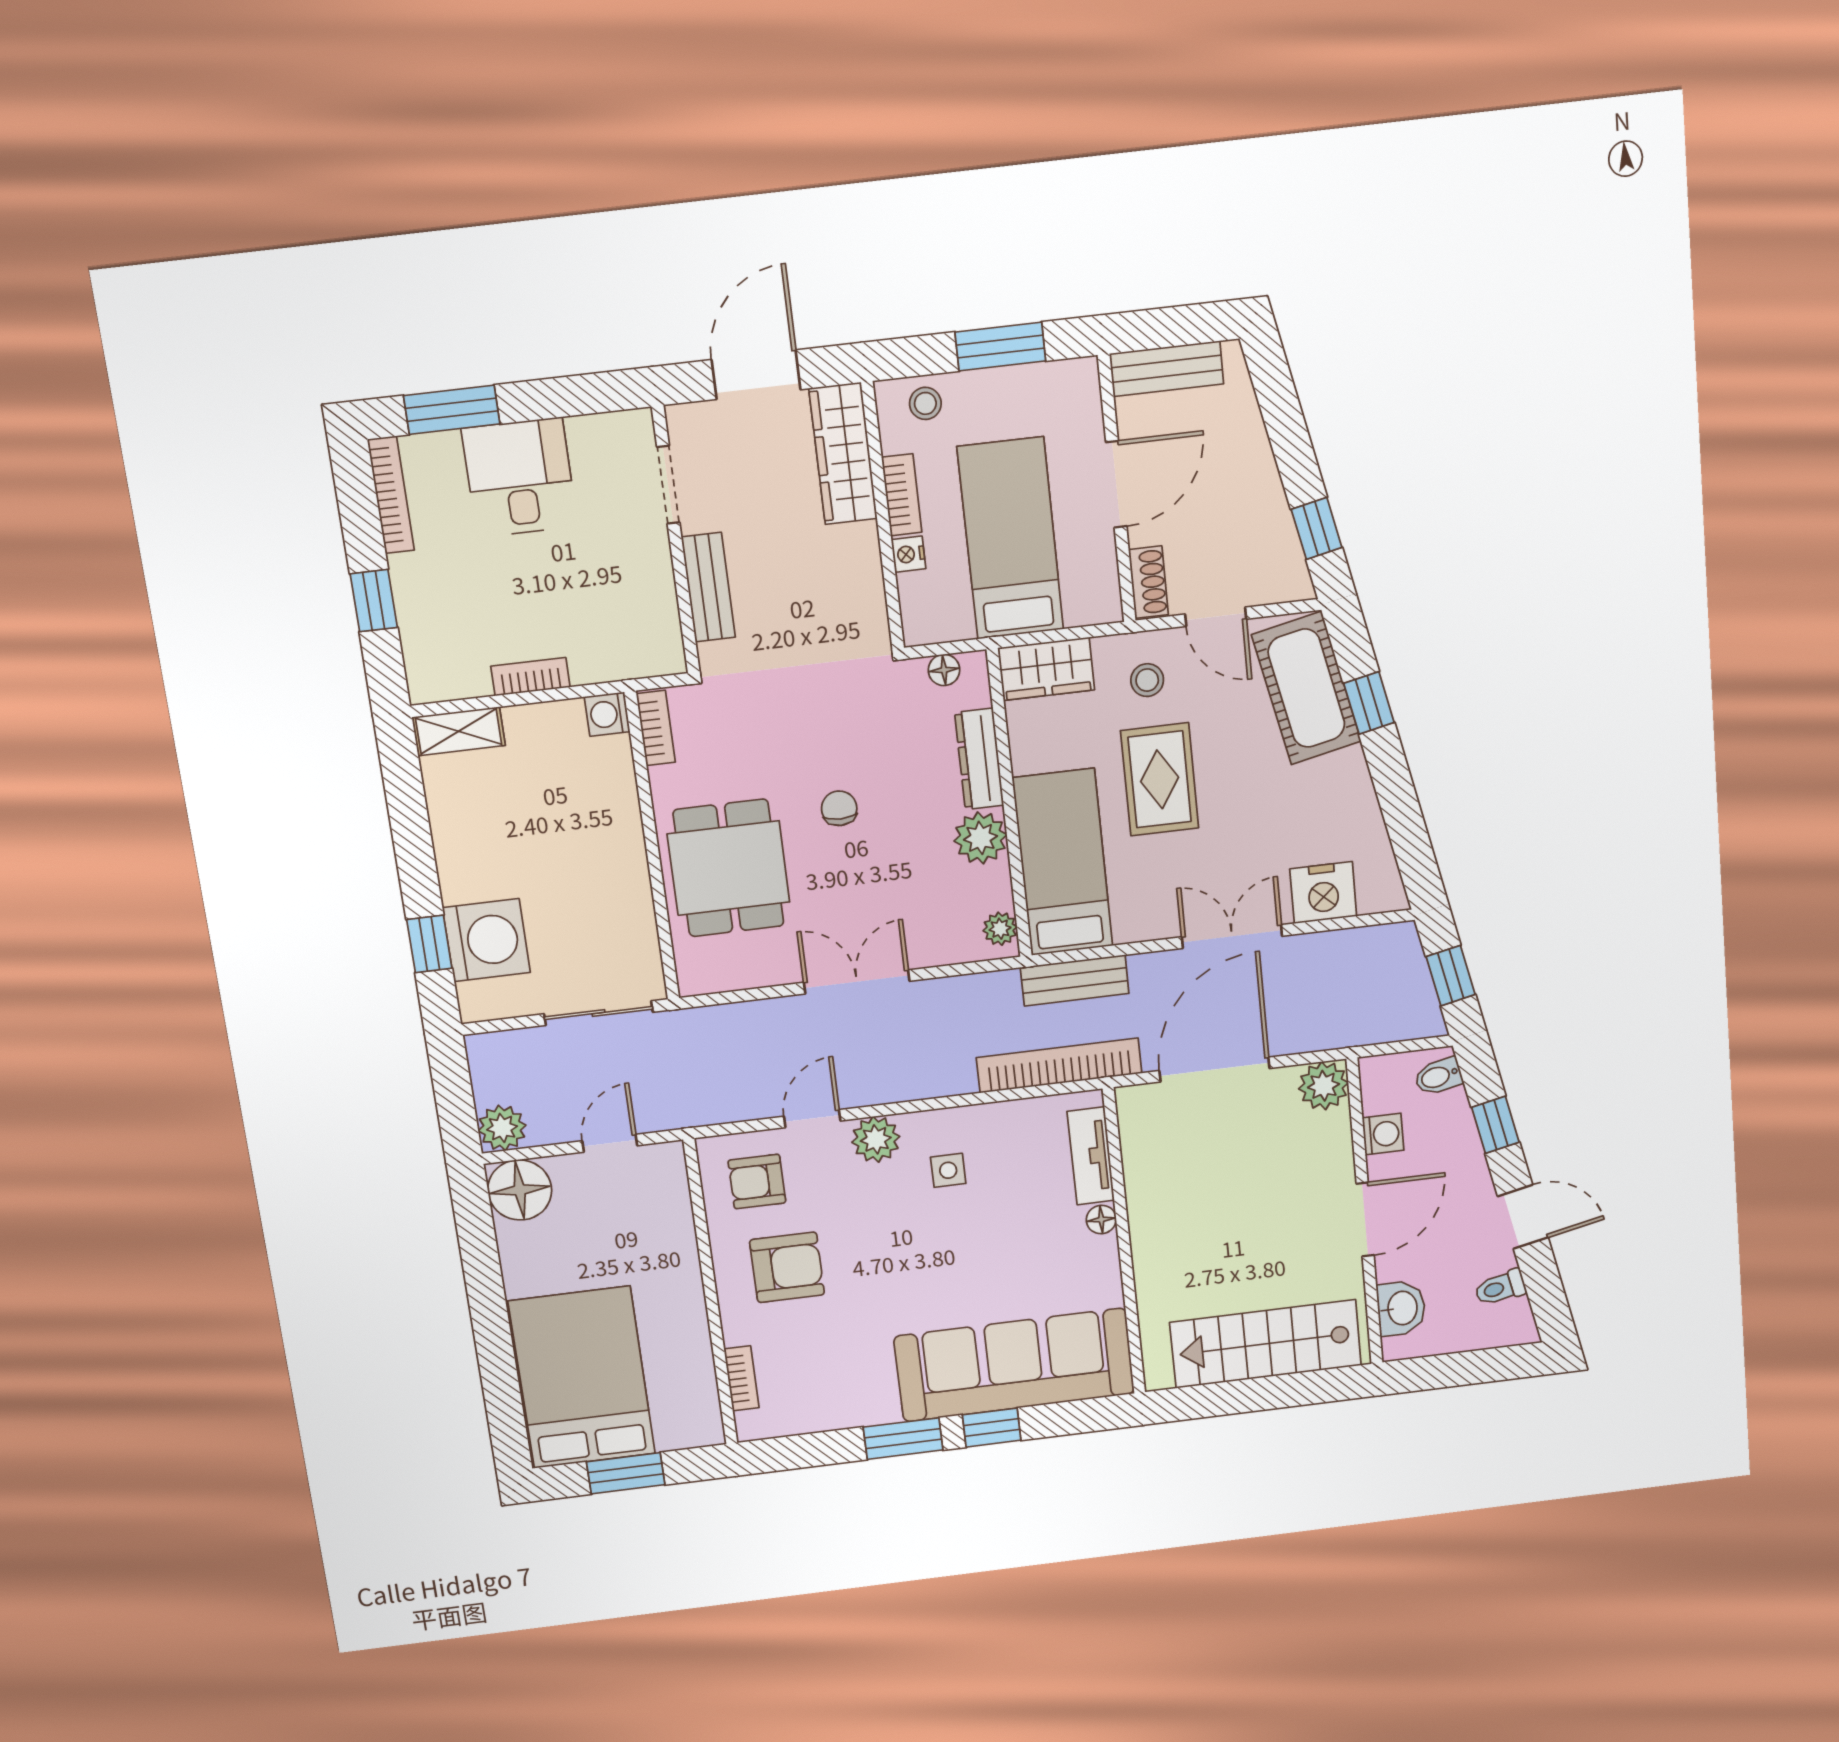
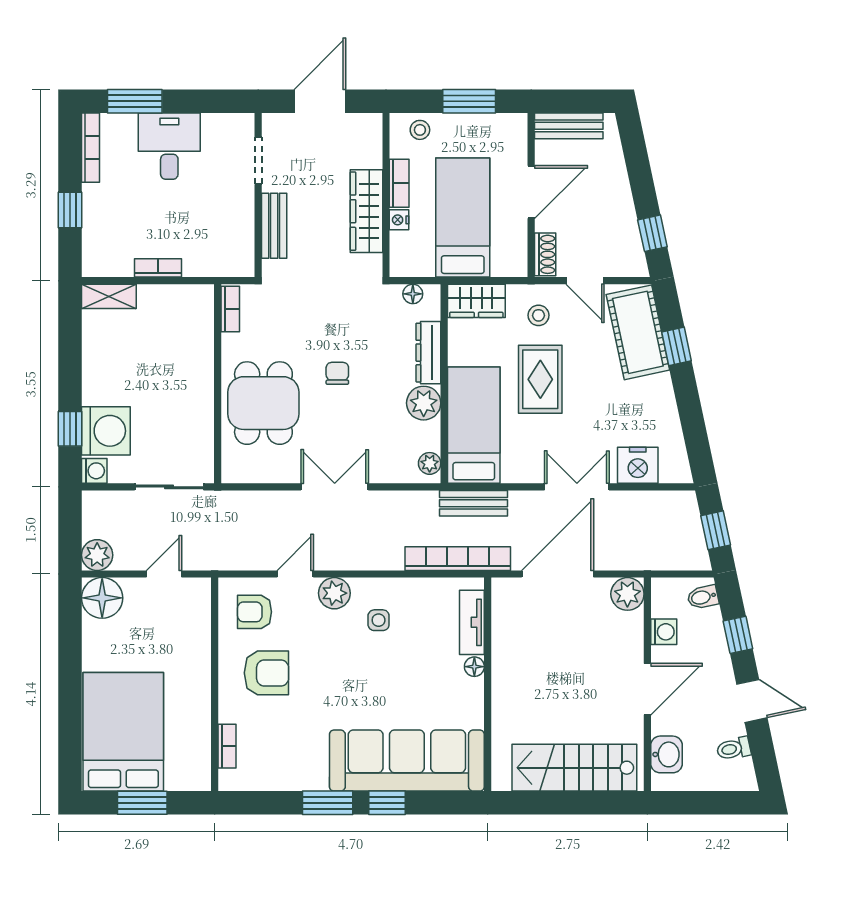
wardrobe: (843, 454) -> (366, 211), moved
washing machine: (607, 714) -> (94, 471), moved, turned 180

